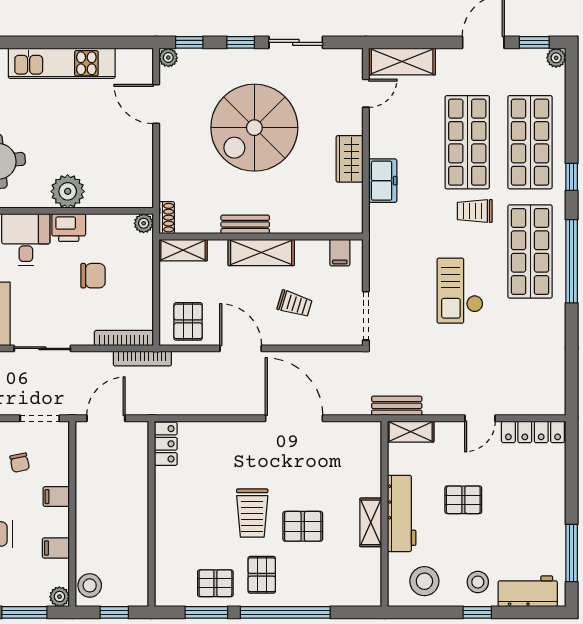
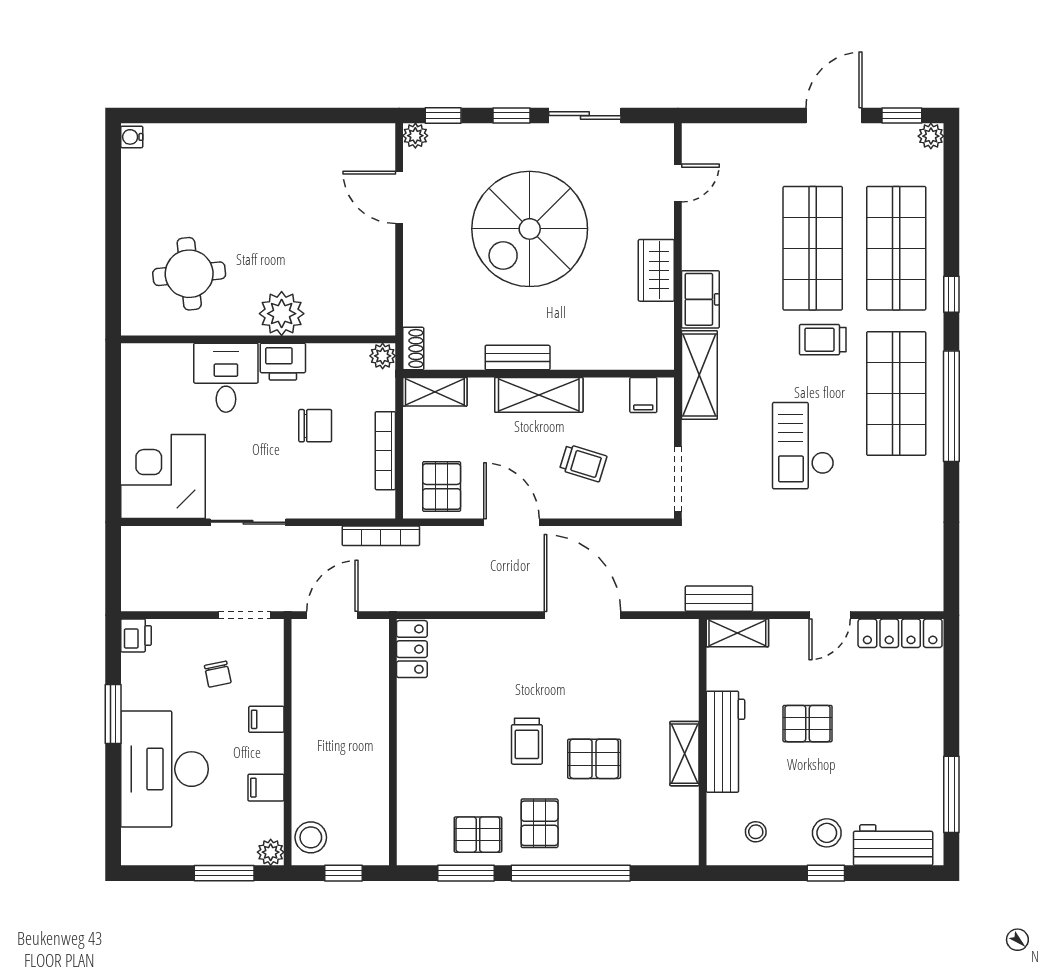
shelving: (402, 62) -> (699, 375), moved, turned 90
kitchen unit: (62, 63) -> (274, 143), removed
bookcase: (124, 338) -> (385, 451), moved, turned -90
trolley: (252, 513) -> (527, 741), width x0.73, depth x0.72
stool: (424, 581) -> (756, 832), width x0.53, depth x0.53

